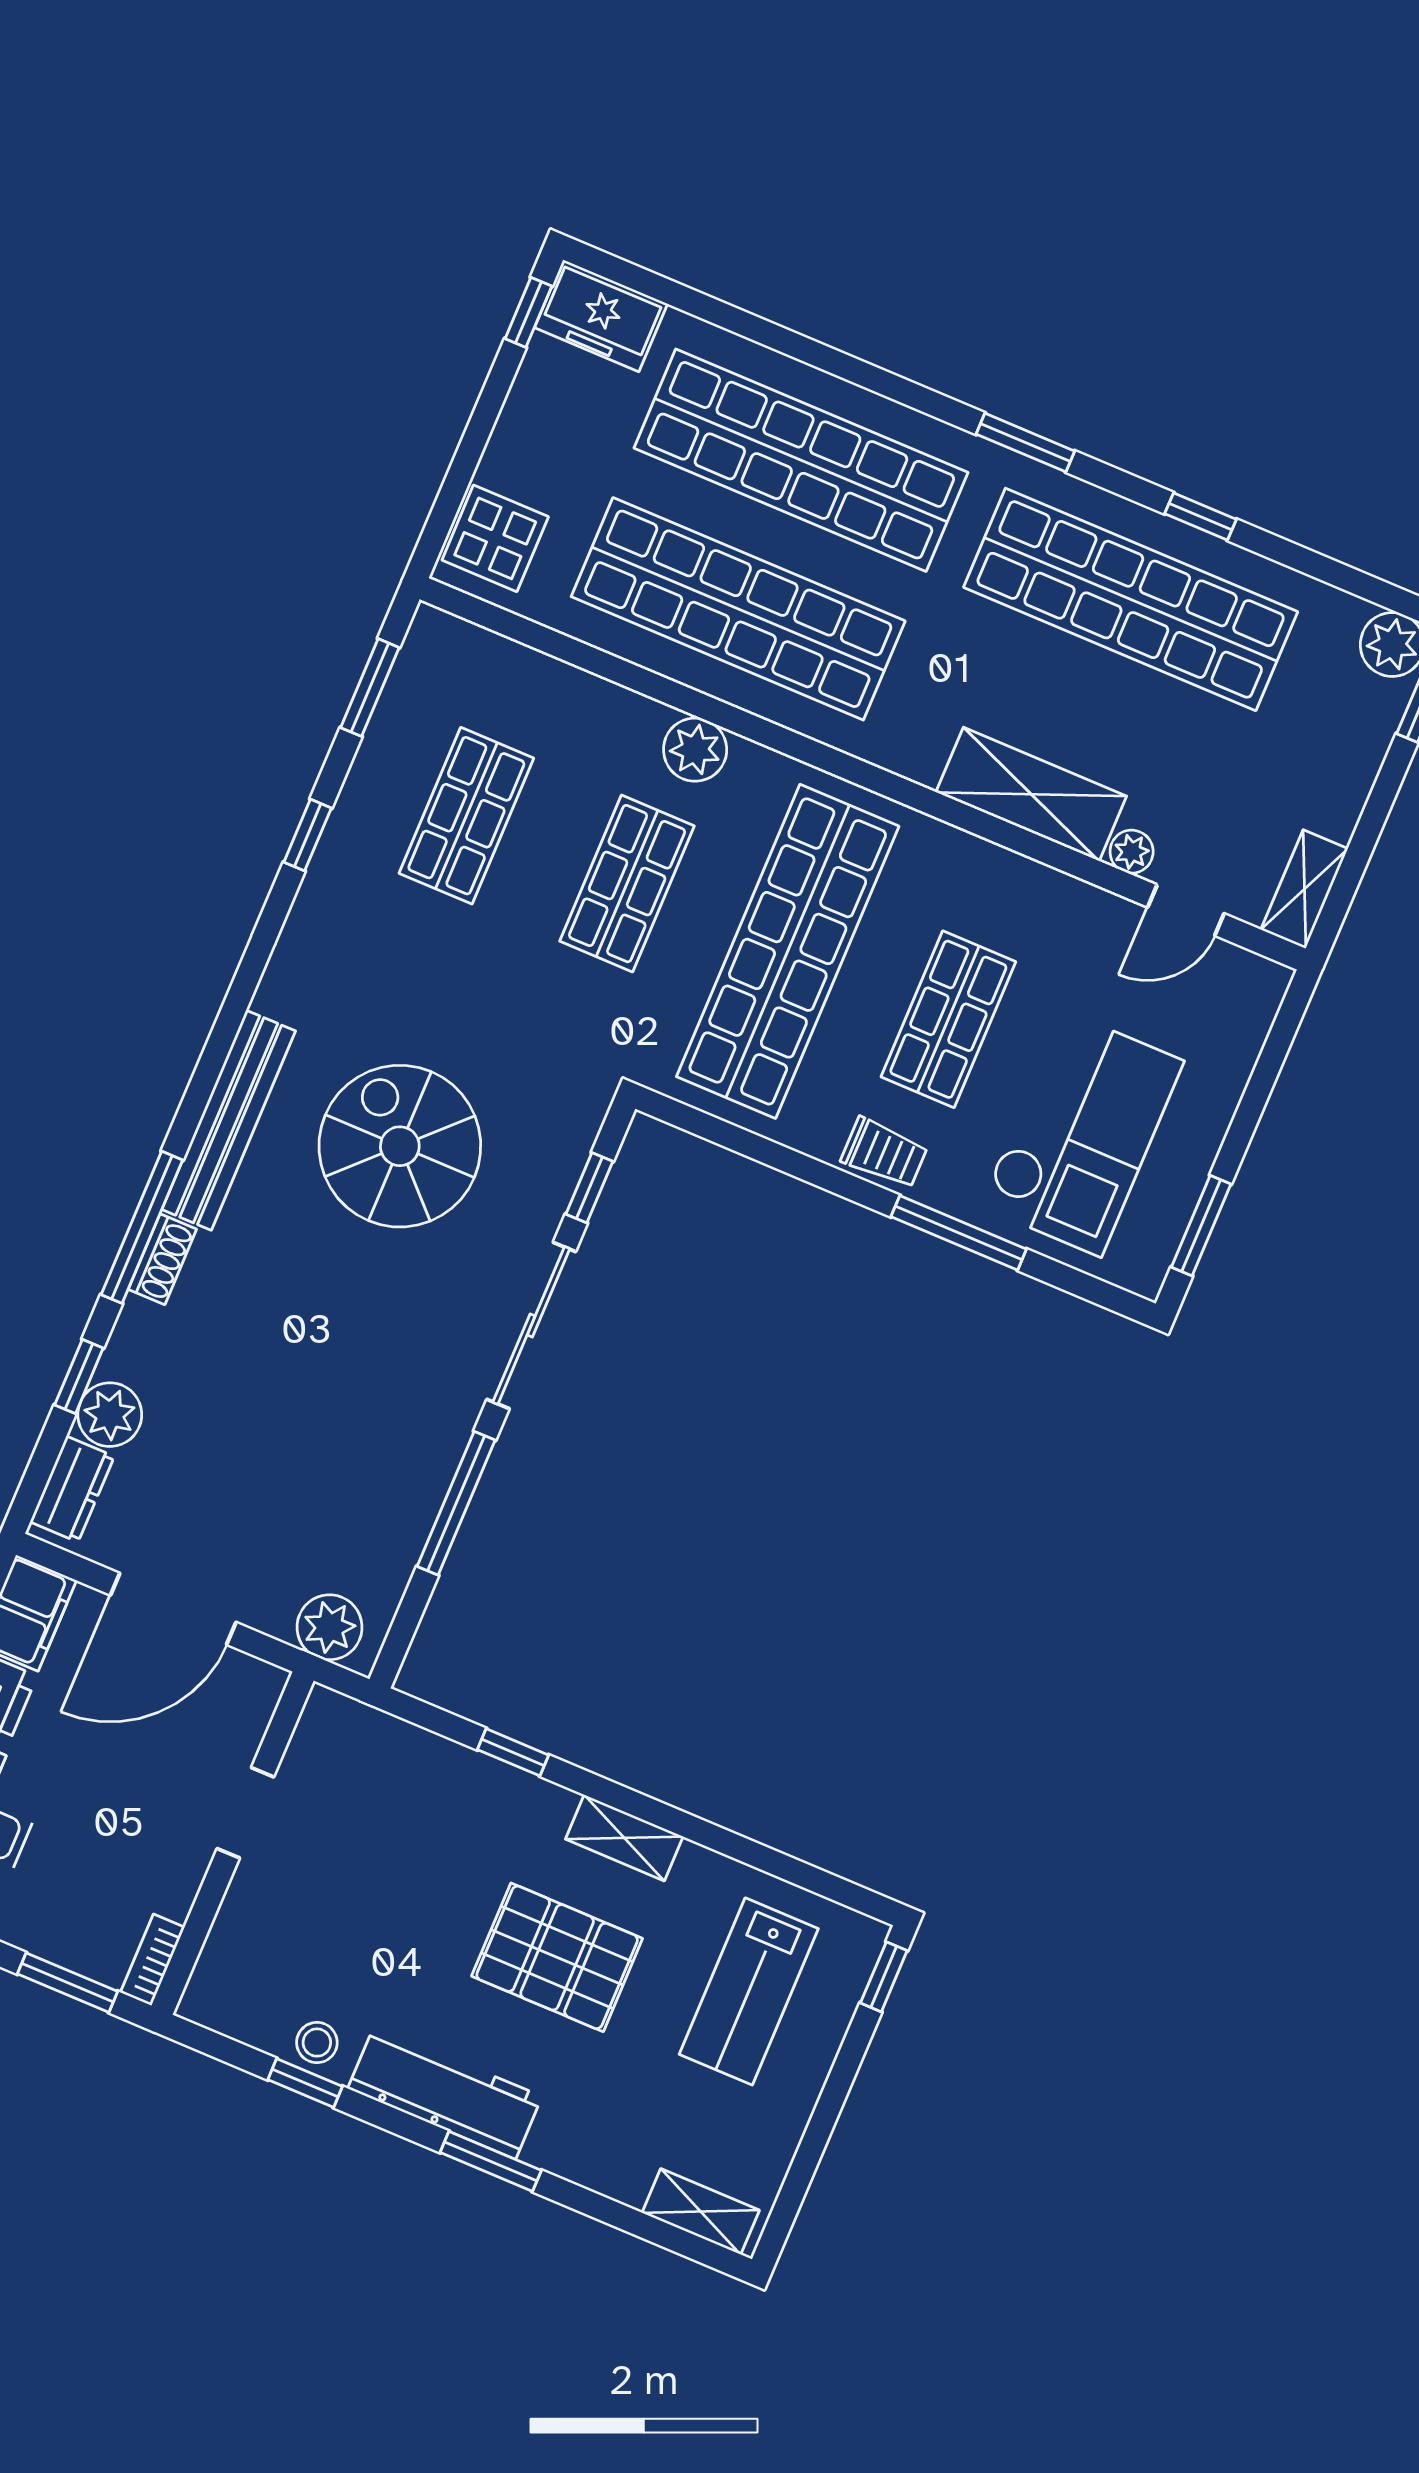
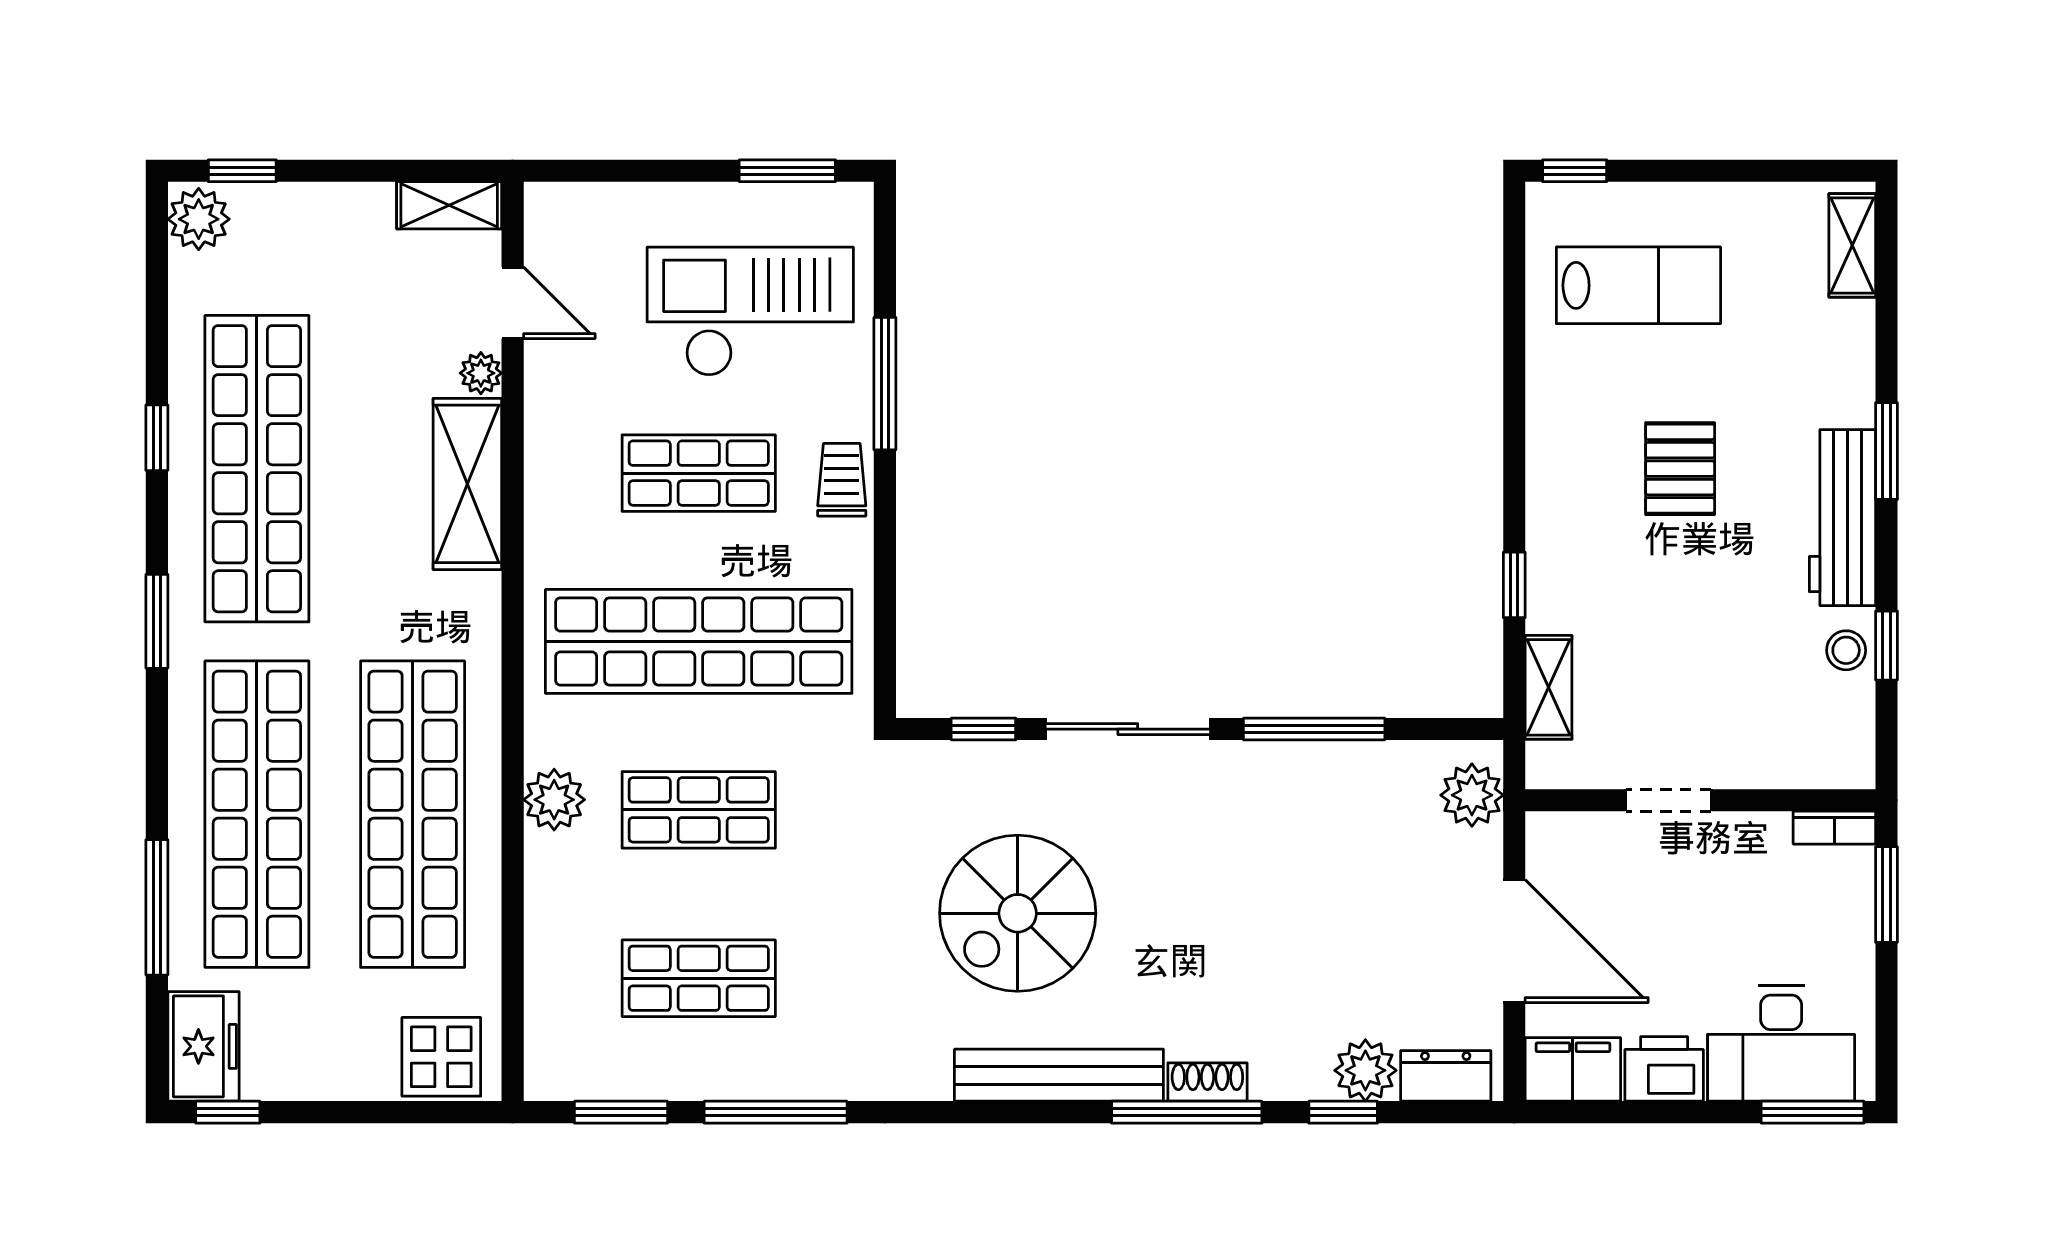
window: (752, 327) -> (157, 907), added
window: (308, 835) -> (776, 1112), width x2.17
shelving: (624, 1838) -> (1549, 687), moved
pallet: (557, 1957) -> (1680, 469), width x0.67, depth x0.71

